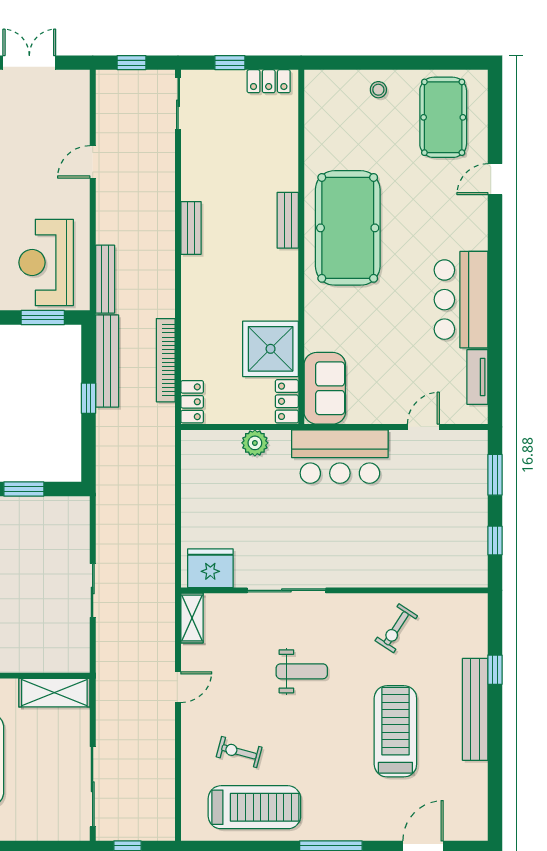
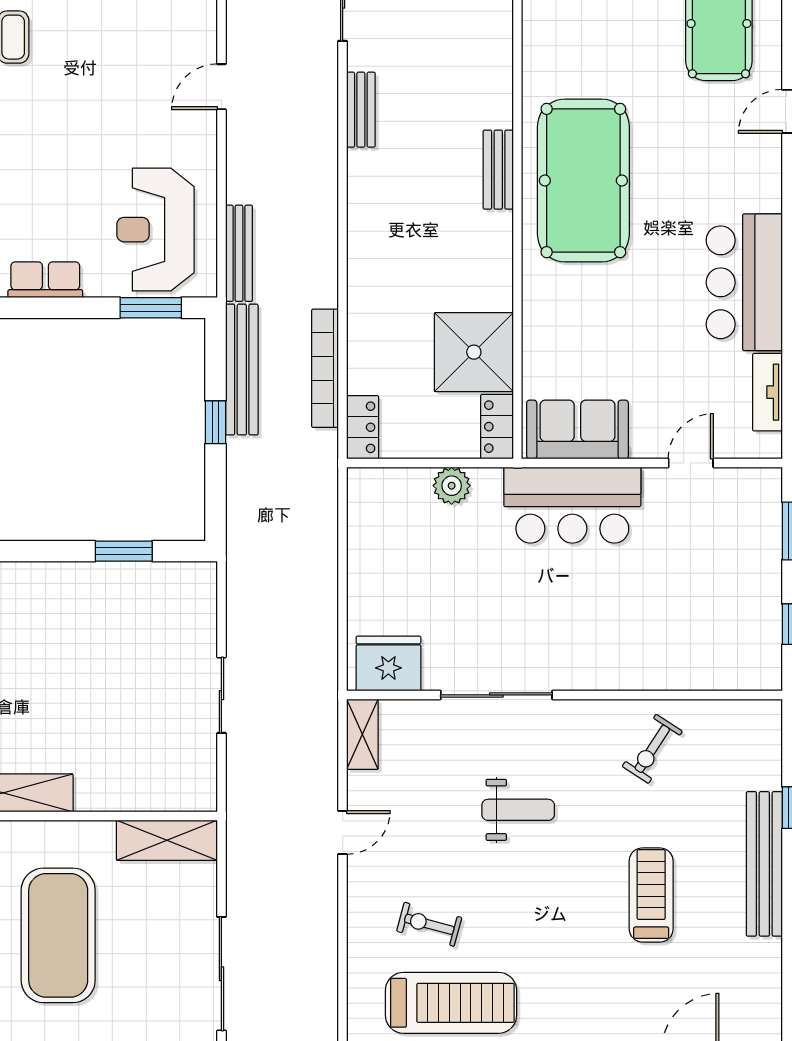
bench: (191, 228) -> (361, 110), moved
sofa: (325, 388) -> (577, 430), moved, turned -90
treadmill: (395, 731) -> (651, 895), width x0.73, depth x0.73

